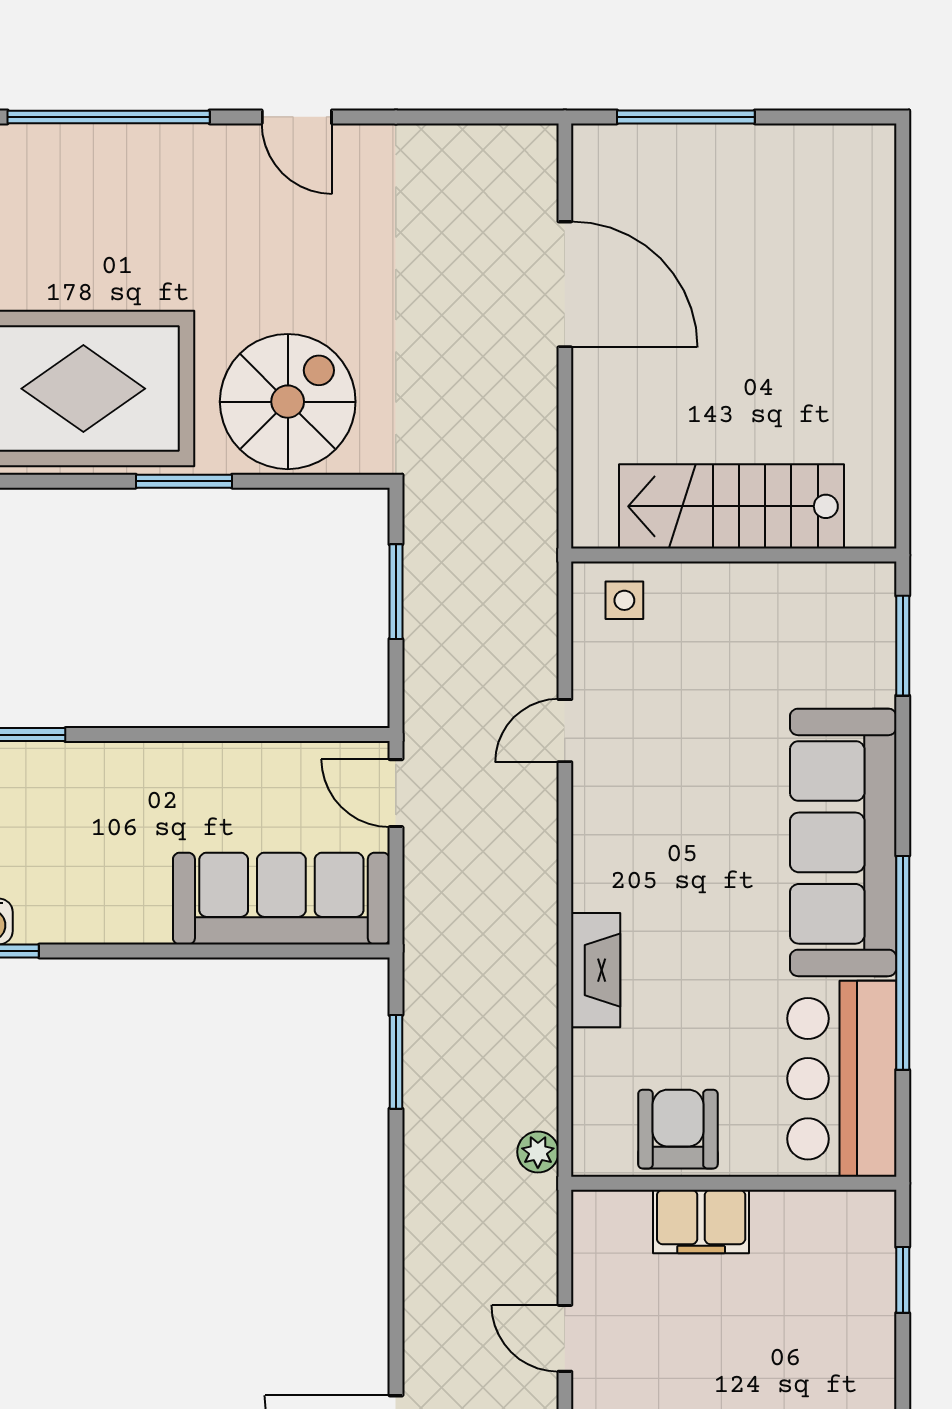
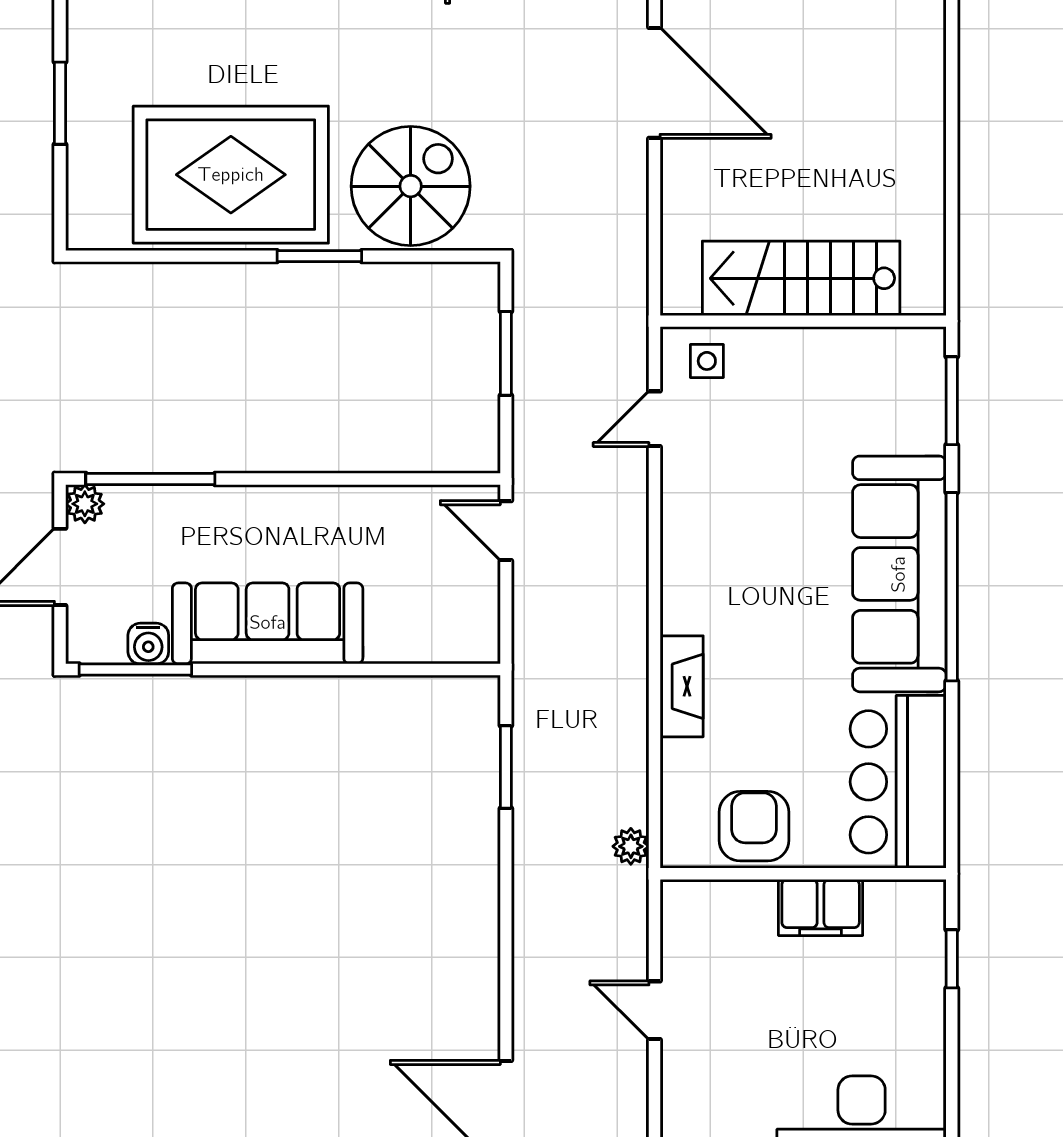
door: (565, 731) -> (654, 419), moved
sofa: (281, 899) -> (268, 623), moved
window: (903, 963) -> (952, 587), moved
filing cabinet: (701, 1221) -> (821, 907), moved

